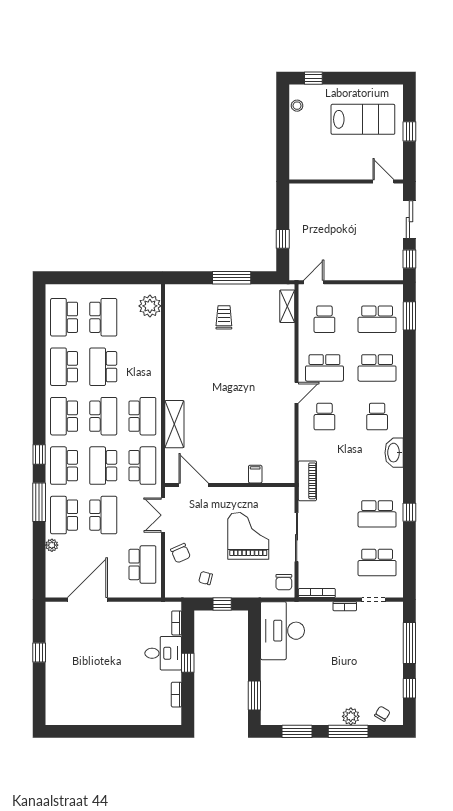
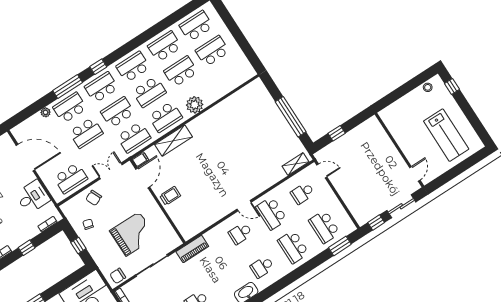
window: (409, 131) -> (458, 170), removed
window: (232, 278) -> (291, 117), width x1.46
plant: (150, 306) -> (195, 105), moved
school desk: (103, 317) -> (212, 51), turned 180
trolley: (224, 317) -> (170, 196), moved
filing cabinet: (255, 474) -> (140, 159), moved
desk: (163, 653) -> (33, 197), moved, turned -90

